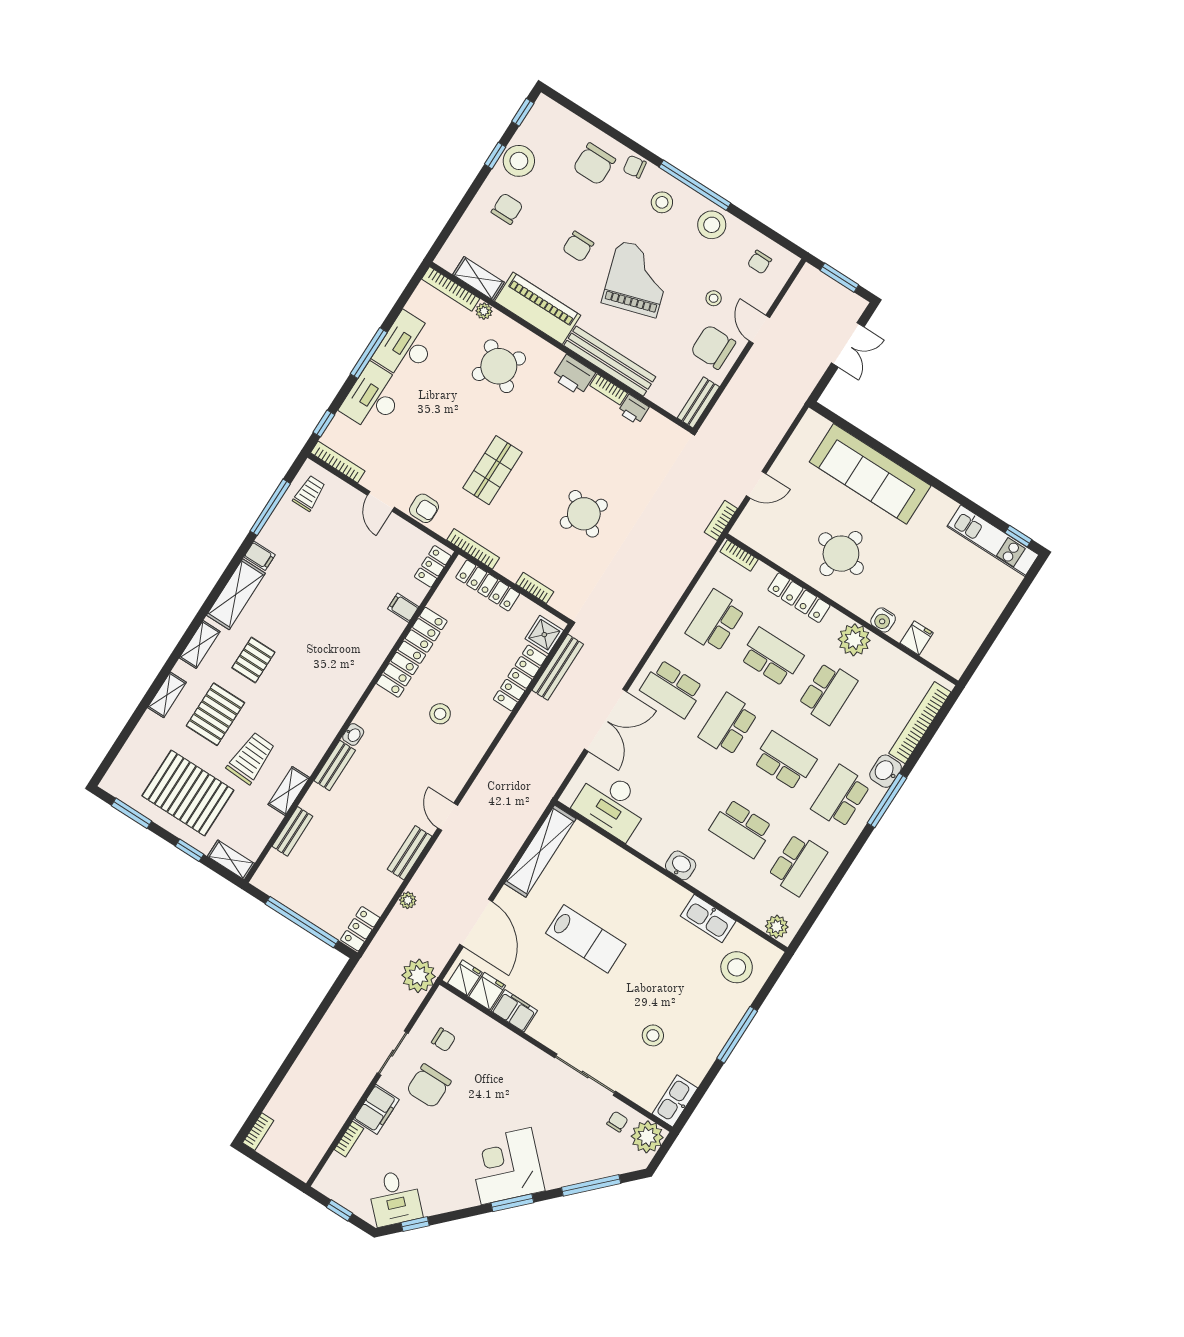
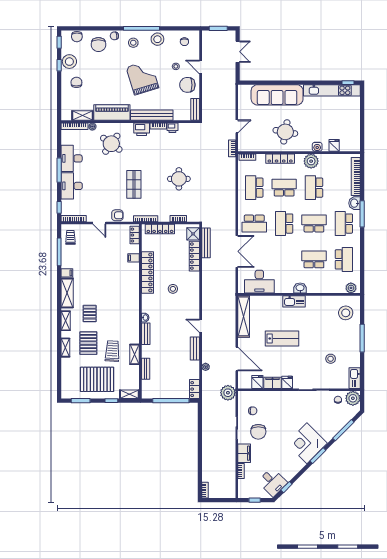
chair: (578, 246) -> (77, 37), moved
round table: (584, 514) -> (179, 179), turned -31
kitchen unit: (993, 541) -> (332, 90), width x1.36
school desk: (828, 693) -> (314, 188), turned 180
school desk: (741, 828) -> (314, 259), turned 180
kitchen sink: (708, 919) -> (294, 301), moved
fridge: (465, 978) -> (287, 382), moved

